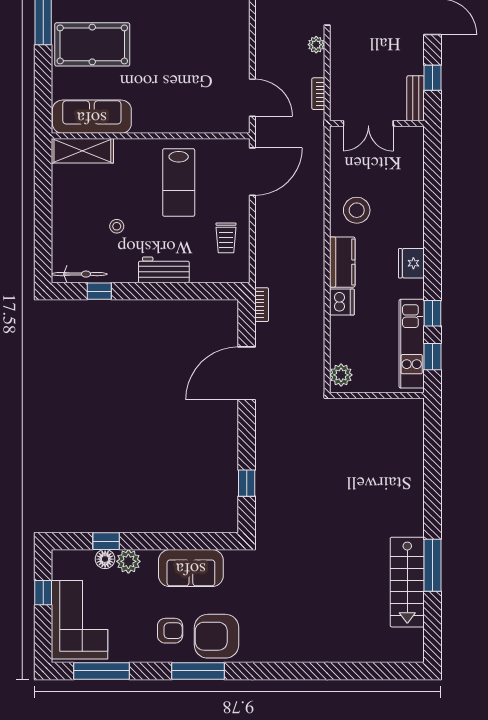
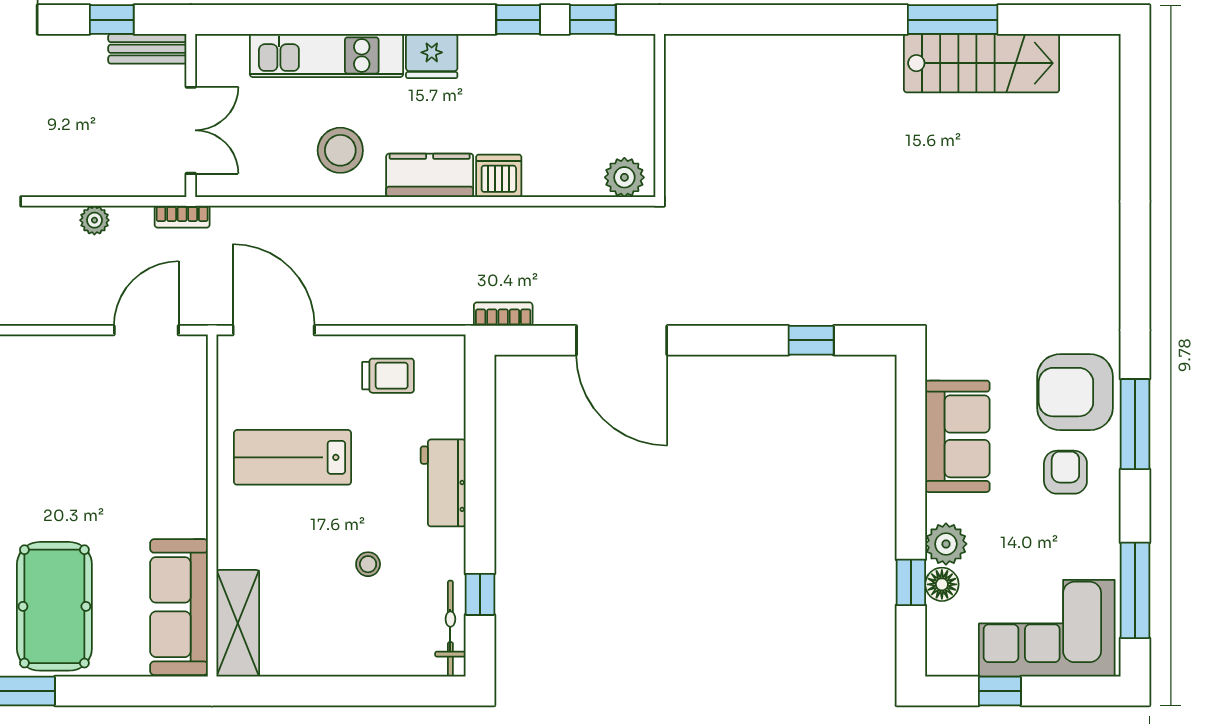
plant: (316, 45) -> (94, 220), moved
bookcase: (318, 94) -> (182, 217), moved
lab bench: (179, 182) -> (292, 457), turned 180
kitchen unit: (412, 344) -> (326, 55), moved
armchair: (216, 636) -> (1075, 392), turned 90

